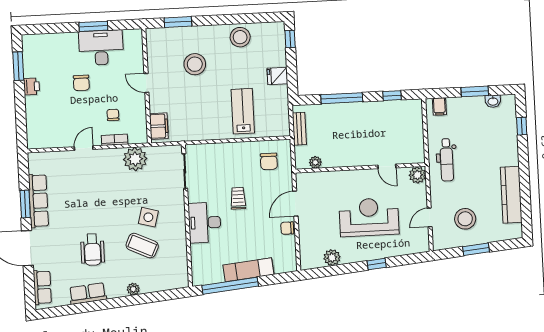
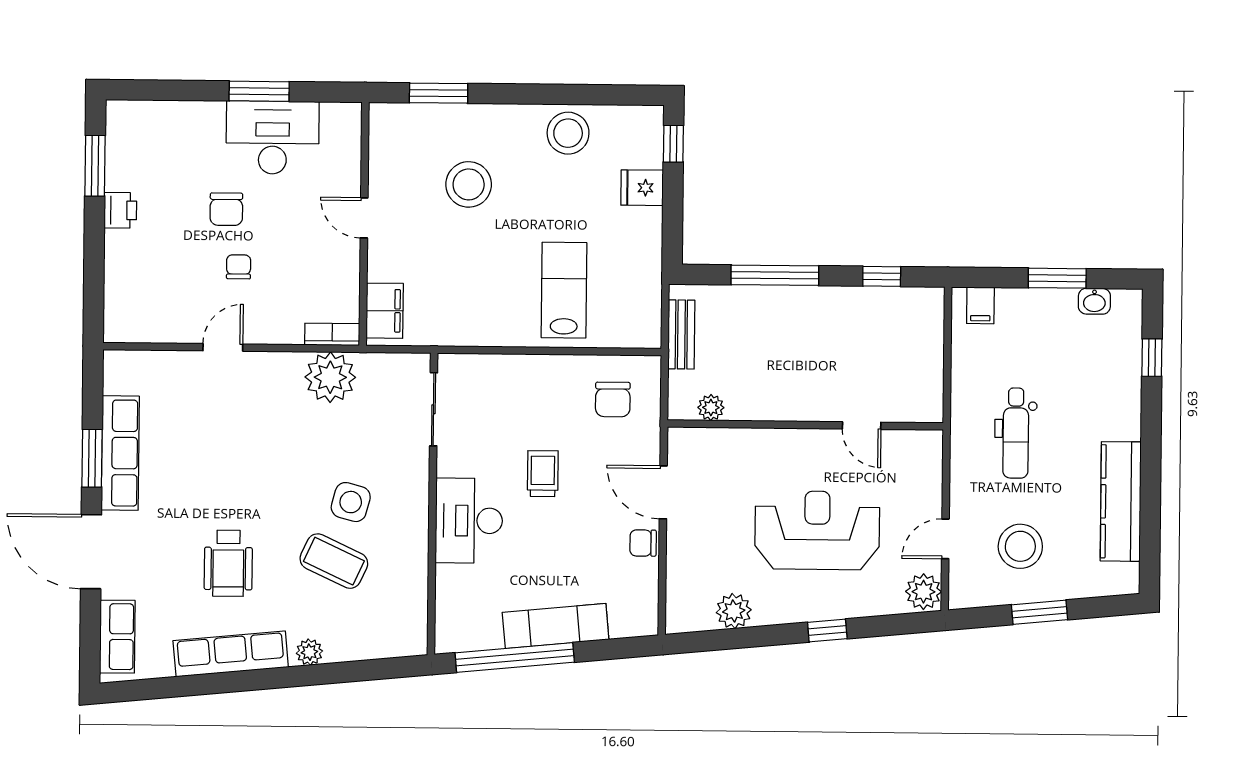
fridge: (277, 76) -> (642, 188), moved
chair: (113, 115) -> (239, 267), moved
bookcase: (115, 140) -> (332, 334), moved
dental chair: (447, 160) -> (1016, 433), moved
plant: (417, 175) -> (924, 592), moved
door: (295, 204) -> (663, 492), hinge flipped
row of seats: (88, 294) -> (231, 654), width x1.48

